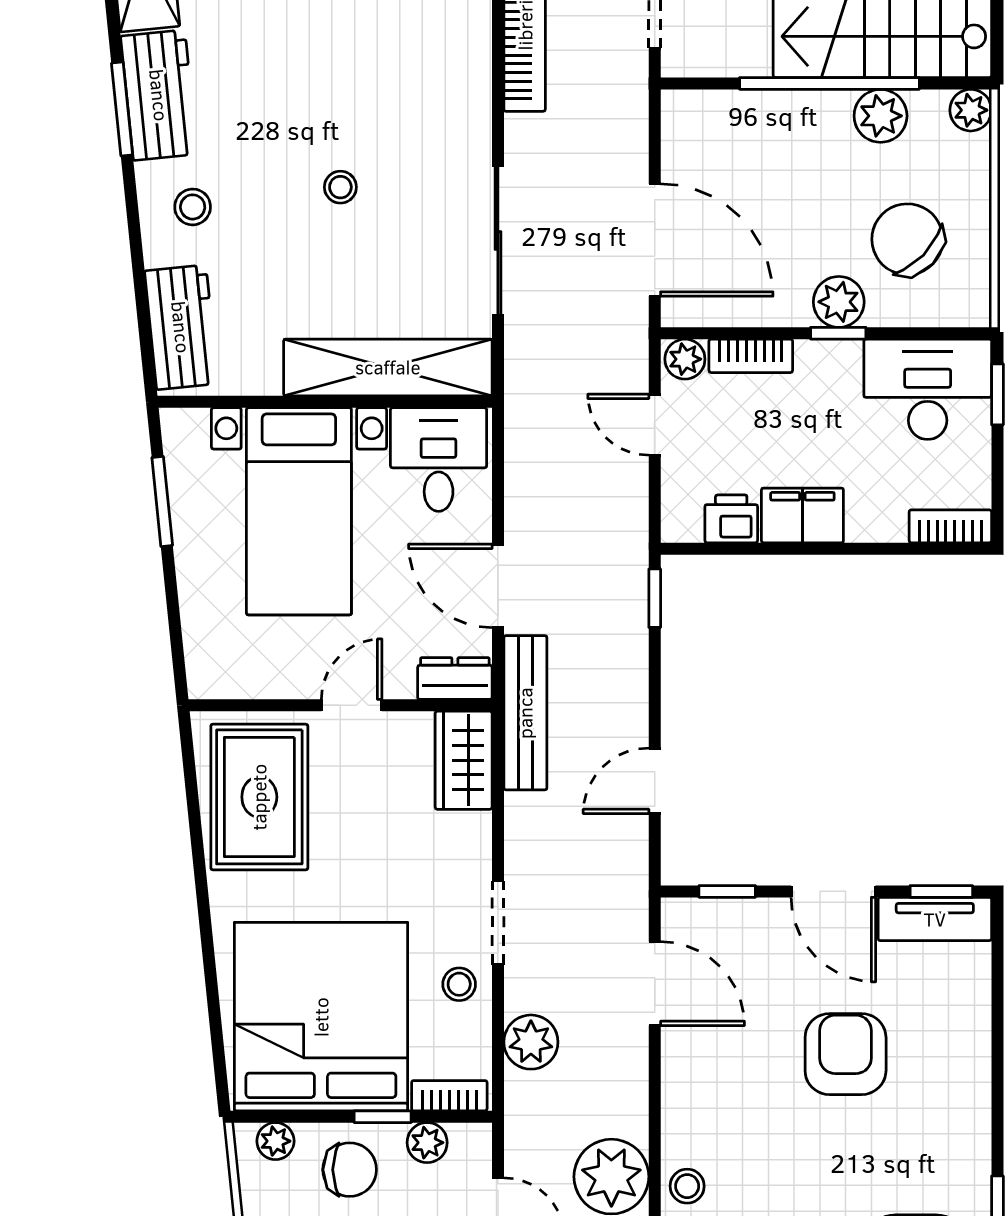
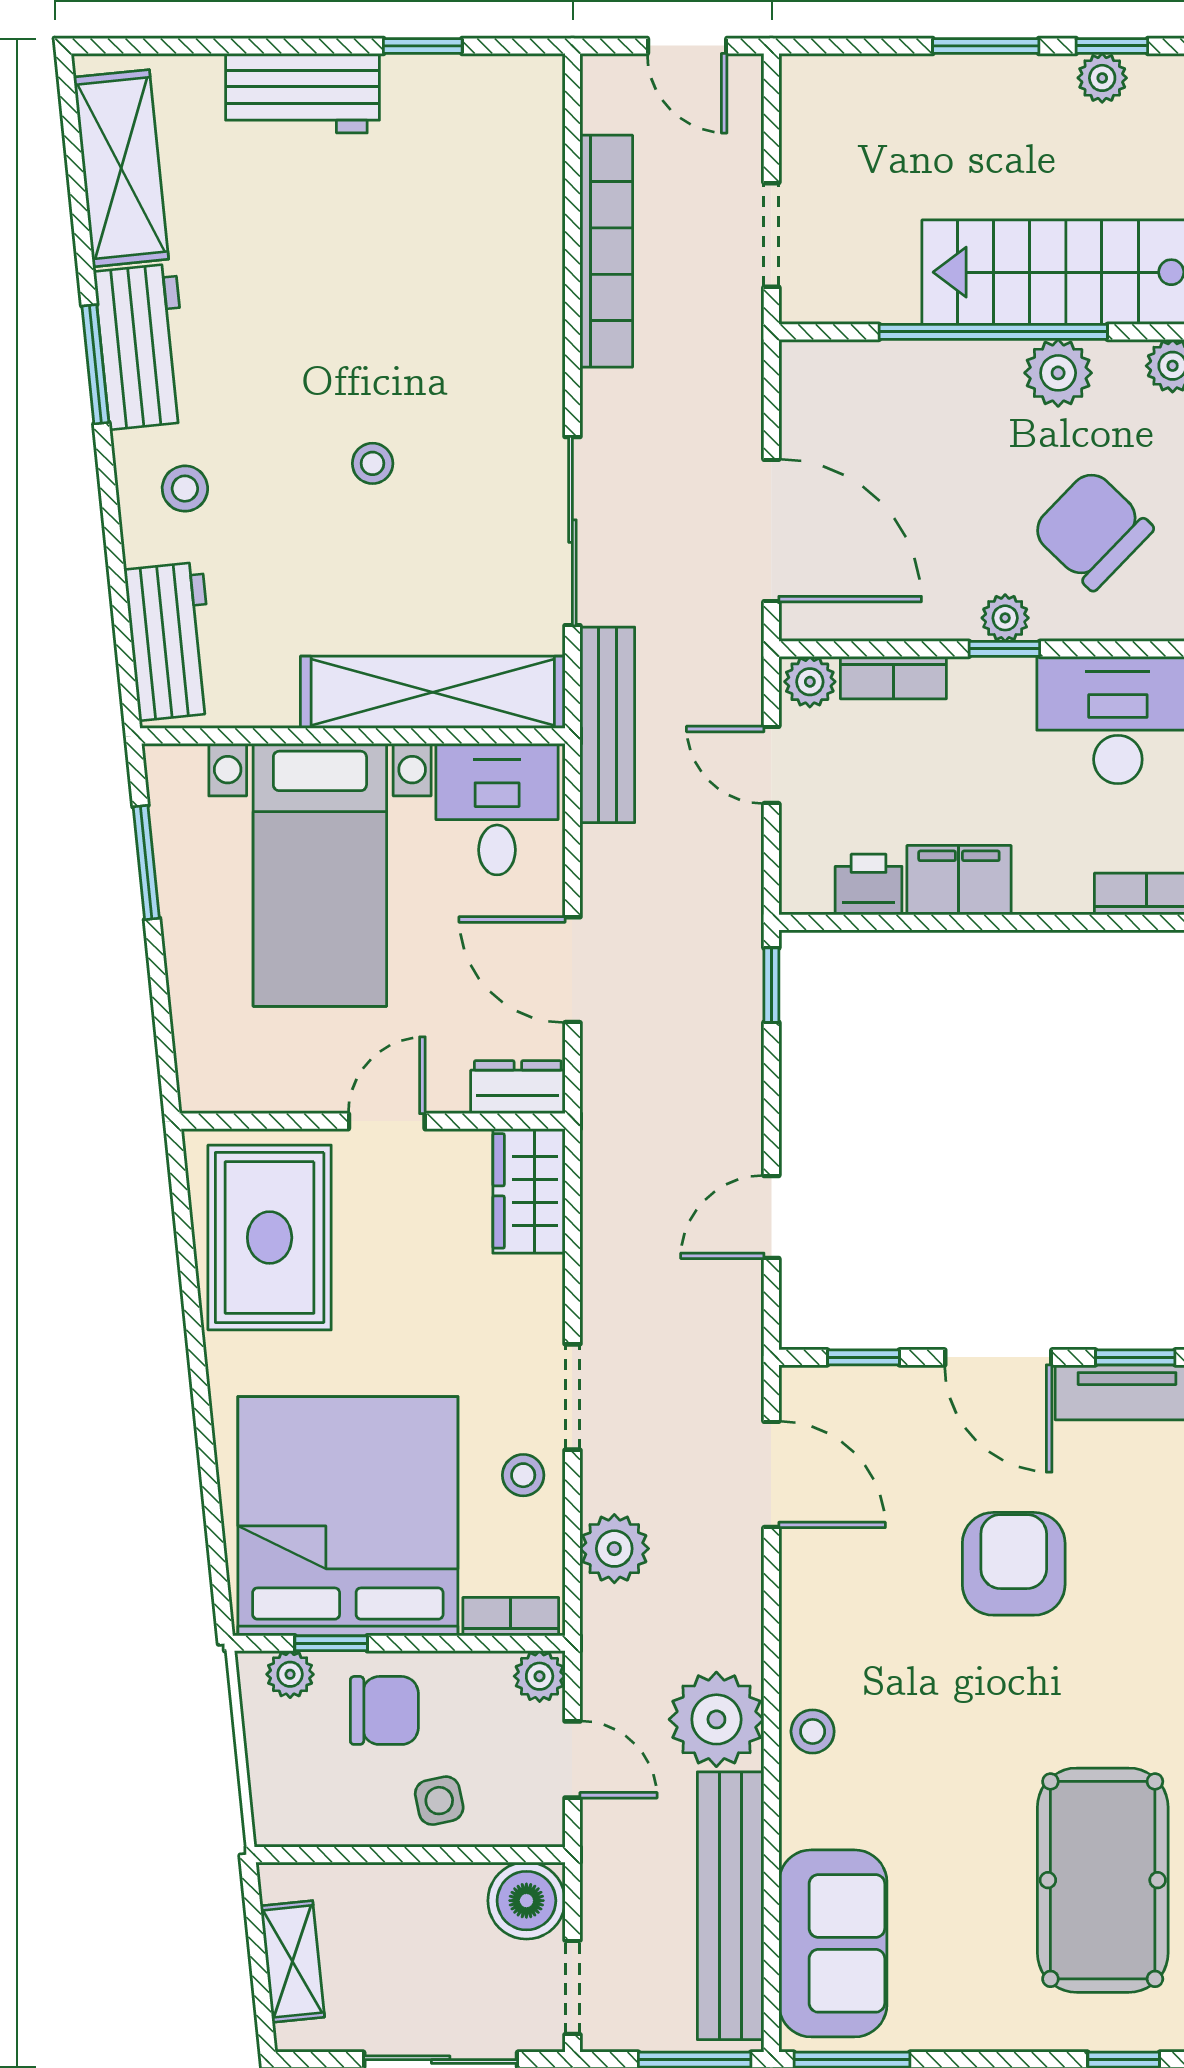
plant: (839, 302) -> (1005, 618), width x0.73, depth x0.73
bench: (525, 713) -> (607, 725), moved
window: (383, 1117) -> (331, 1643), moved
plant: (427, 1143) -> (540, 1676), moved

